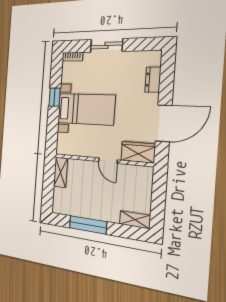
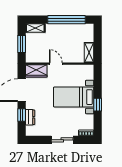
window: (166, 83) -> (22, 115), added
window: (158, 197) -> (22, 44), added
window: (88, 225) -> (66, 20), width x1.46

